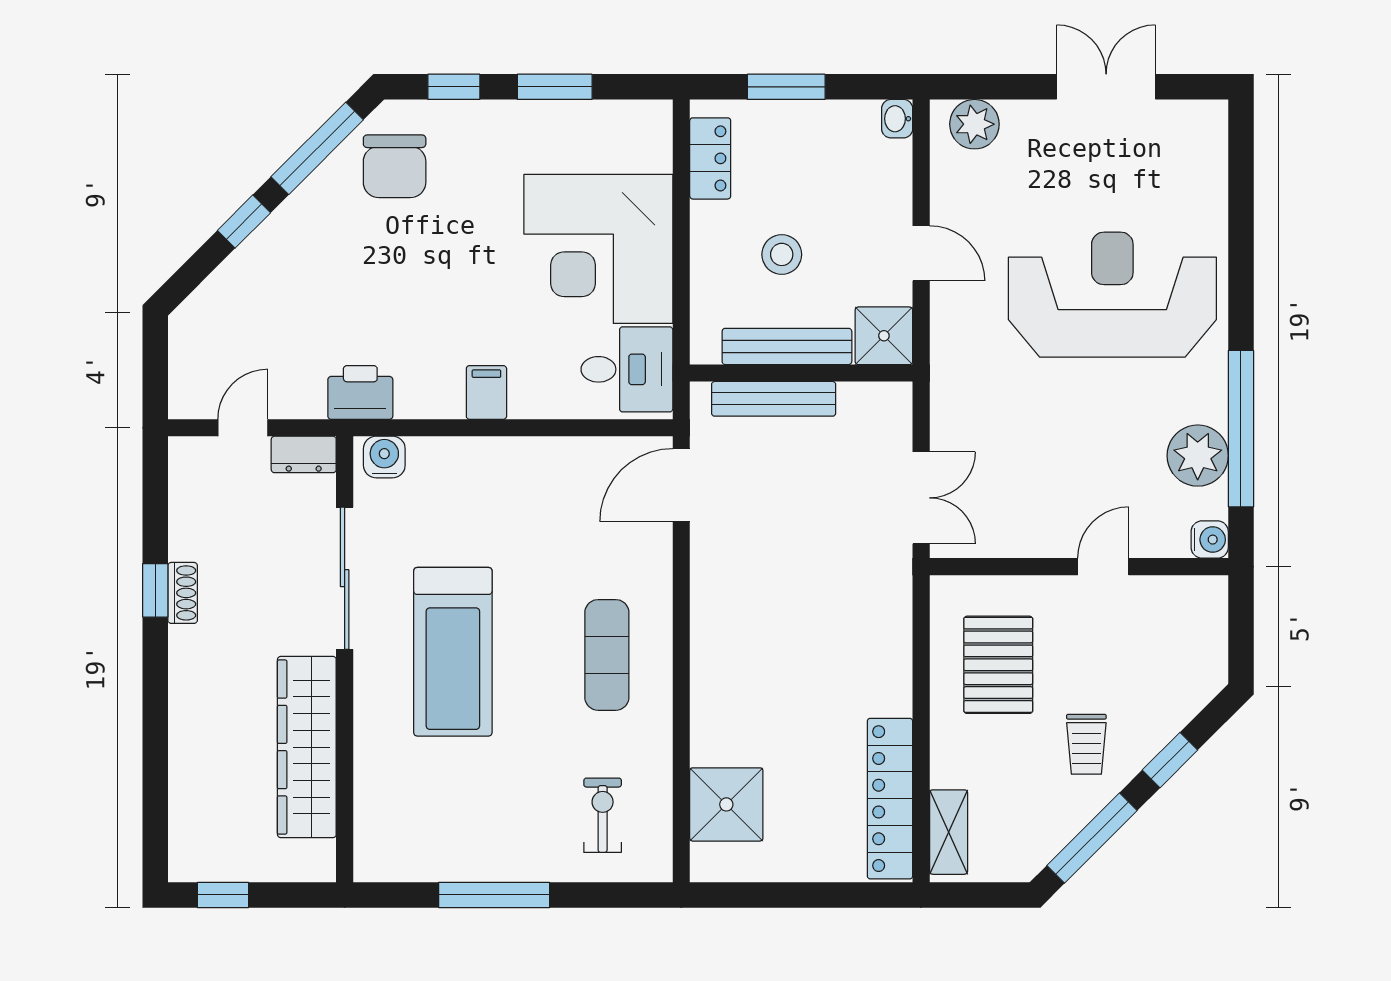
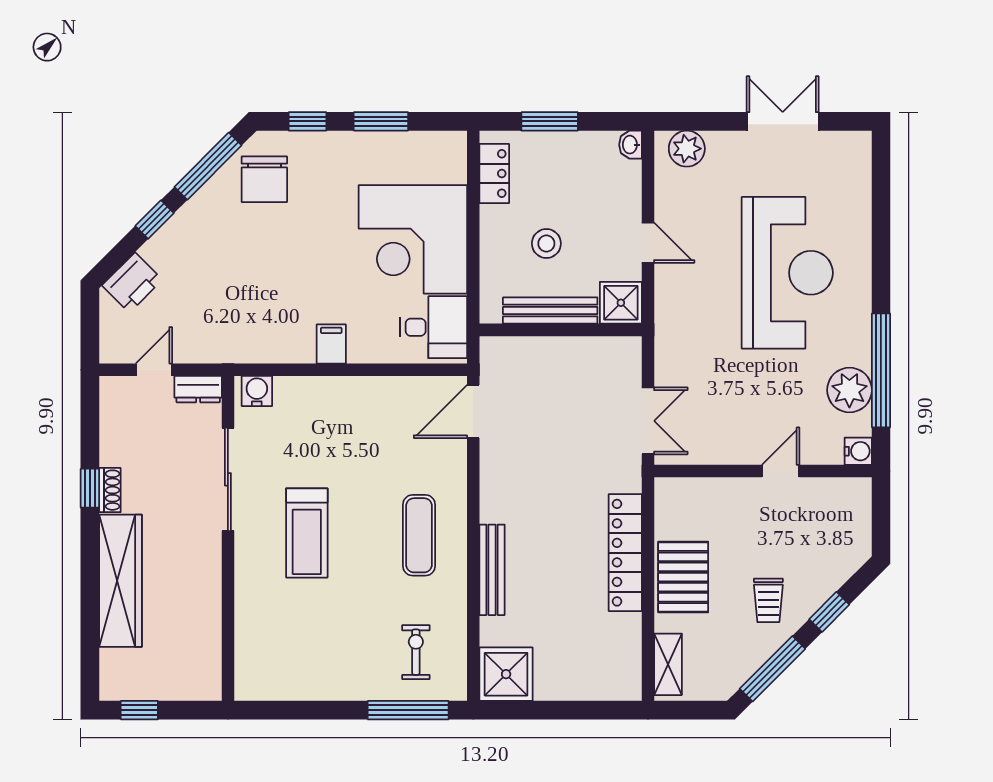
reception desk: (1112, 295) -> (787, 273), turned 90
printer: (360, 392) -> (132, 283), moved, turned 135
bench: (774, 399) -> (492, 570), moved, turned 90
treadmill: (453, 652) -> (307, 533), width x0.73, depth x0.73
pallet: (998, 665) -> (683, 577), moved
wardrobe: (307, 747) -> (121, 581), moved, turned 180
locker: (890, 799) -> (625, 553), moved
shower: (726, 804) -> (506, 674), moved
window: (494, 895) -> (408, 710), moved

